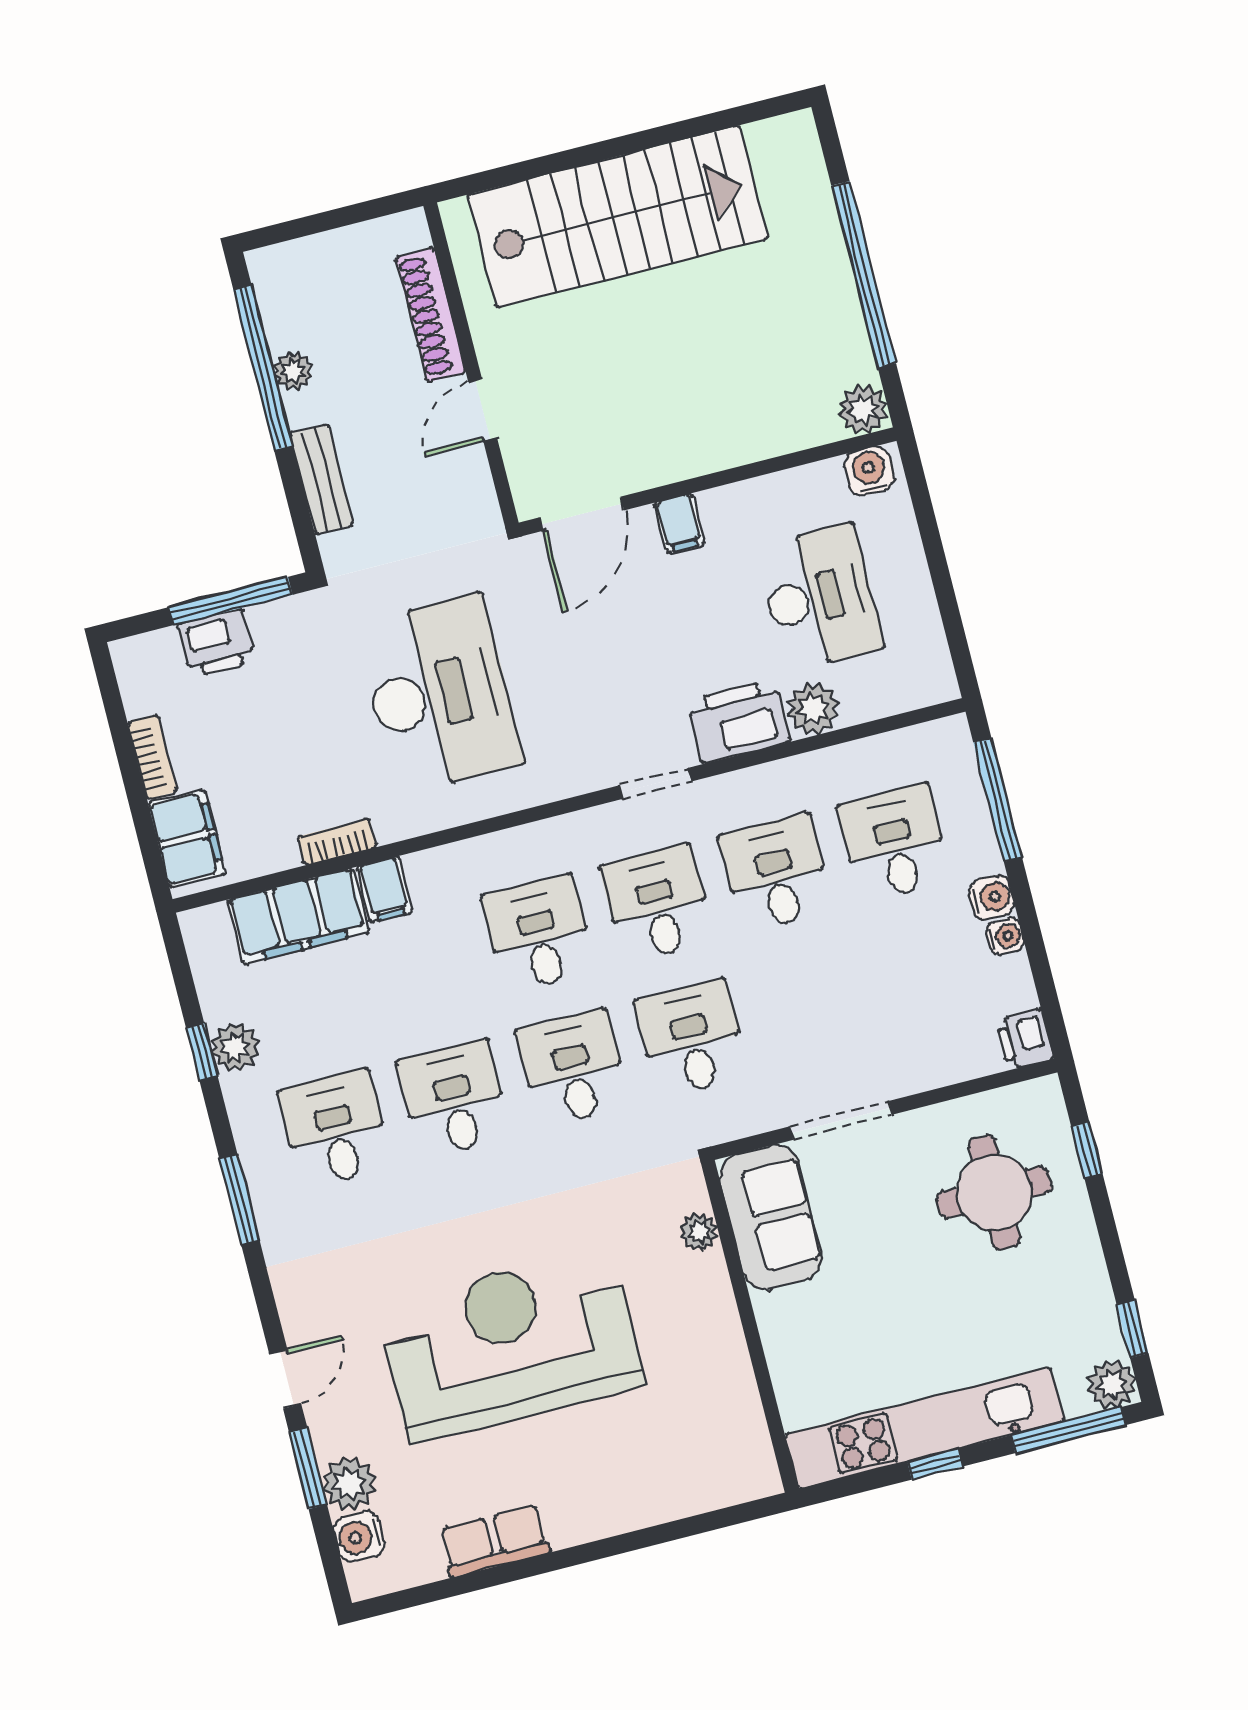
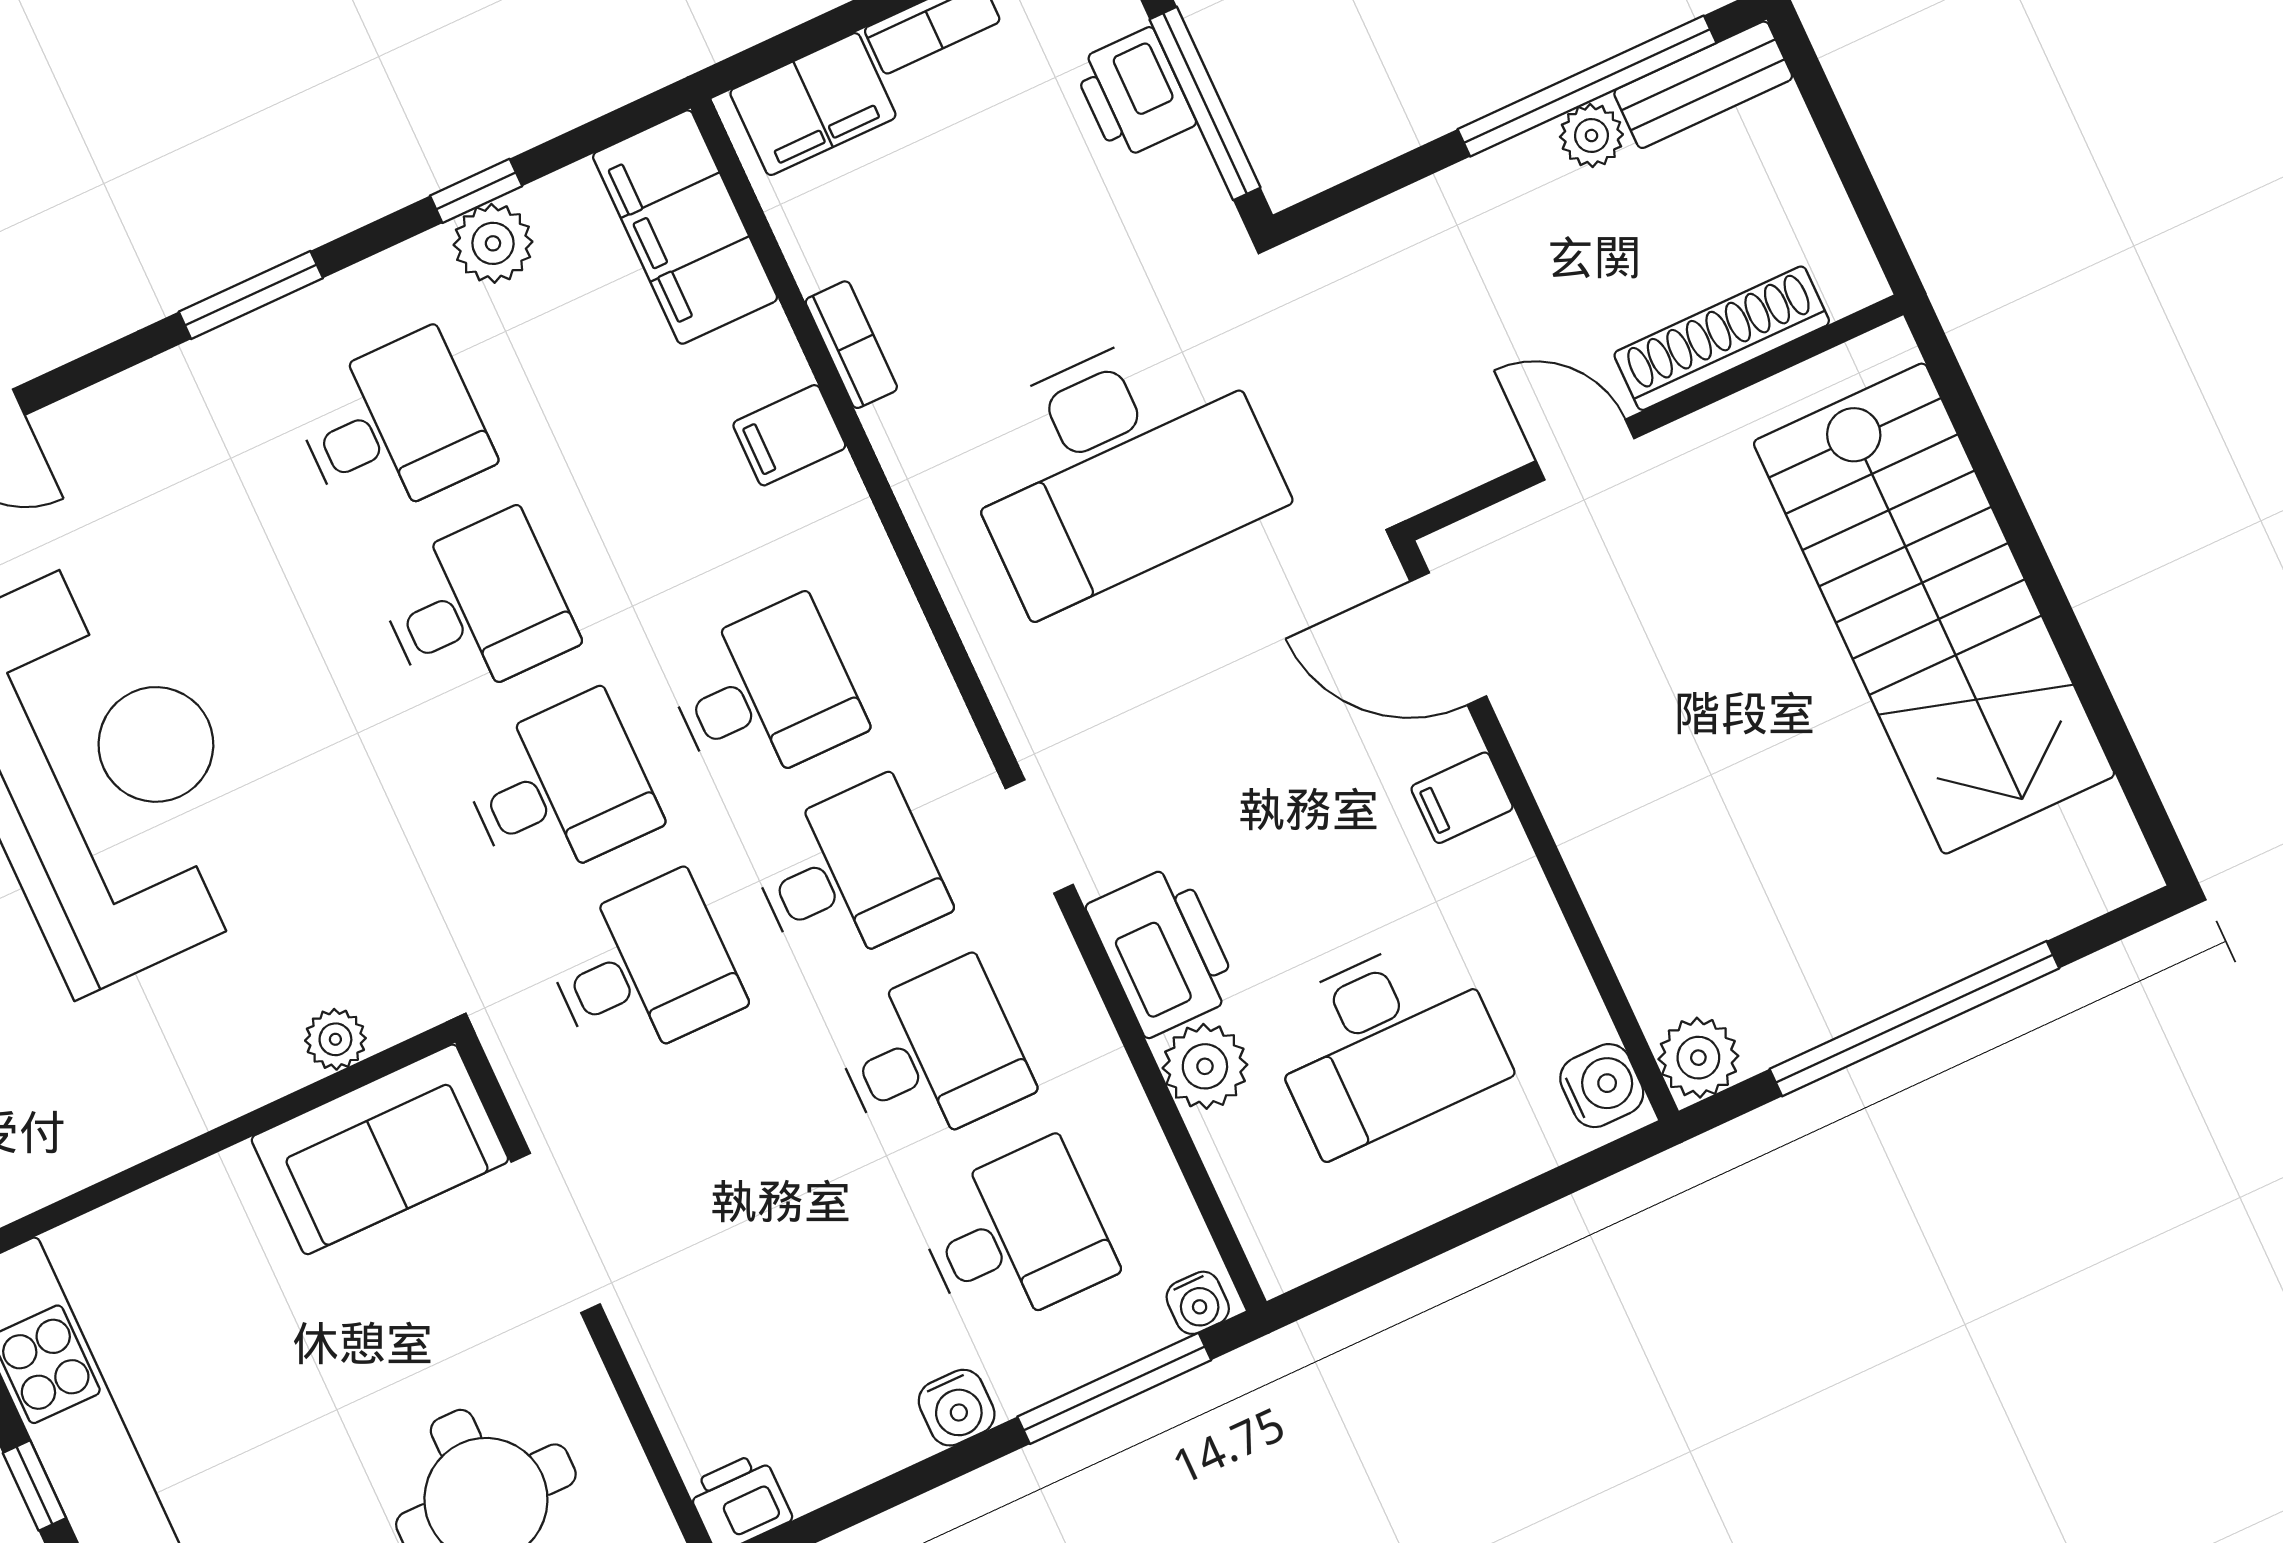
bench: (321, 479) -> (1703, 85), moved
filing cabinet: (298, 916) -> (685, 227), moved
water cooler: (1005, 936) -> (1198, 1303), moved

